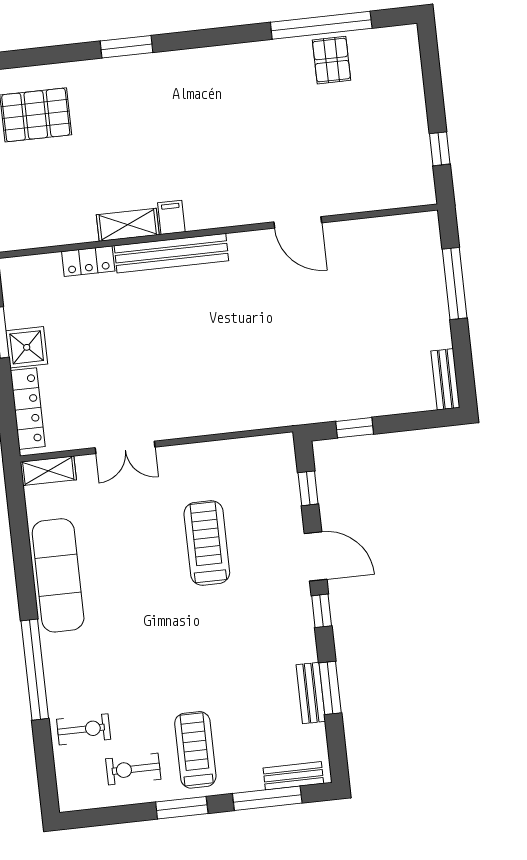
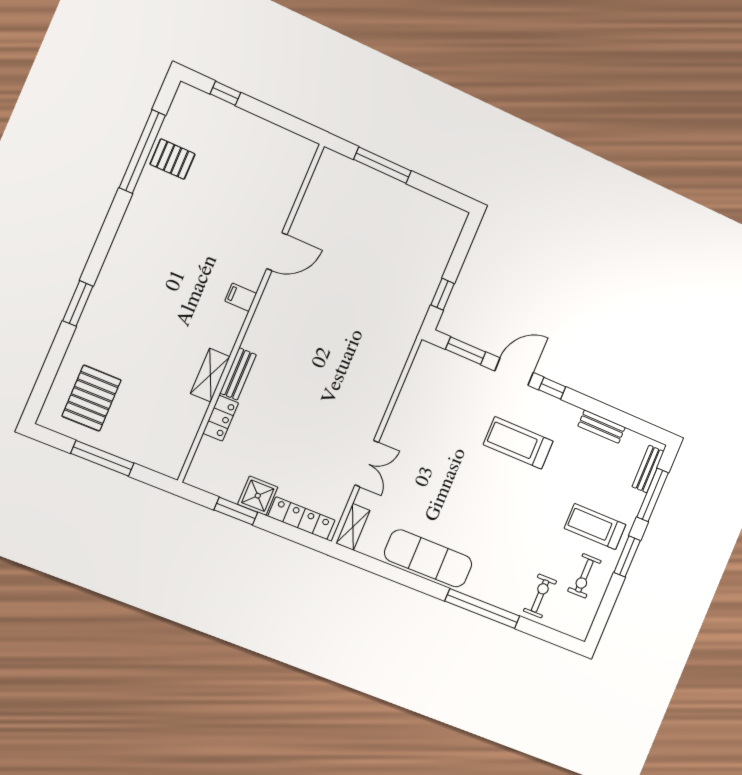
window: (440, 149) -> (225, 93), moved
filing cabinet: (171, 217) -> (241, 297), moved
bench: (171, 253) -> (238, 374), width x0.54, depth x0.82
bench: (445, 379) -> (445, 211), removed
window: (308, 488) -> (466, 351), width x1.50
treadmill: (207, 543) -> (518, 443), moved
window: (330, 688) -> (605, 411), removed

